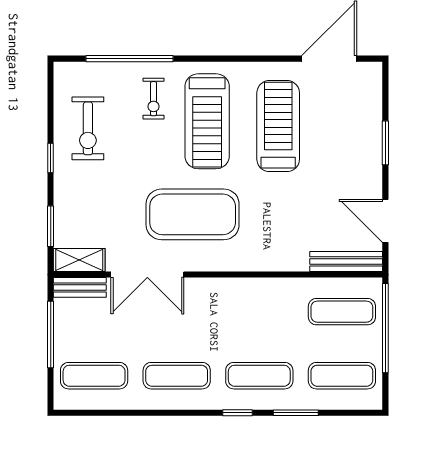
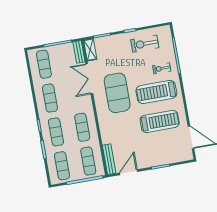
exercise mat: (259, 312) -> (82, 127), added

